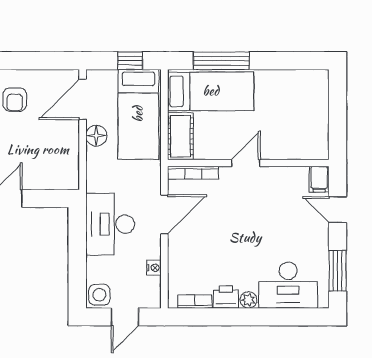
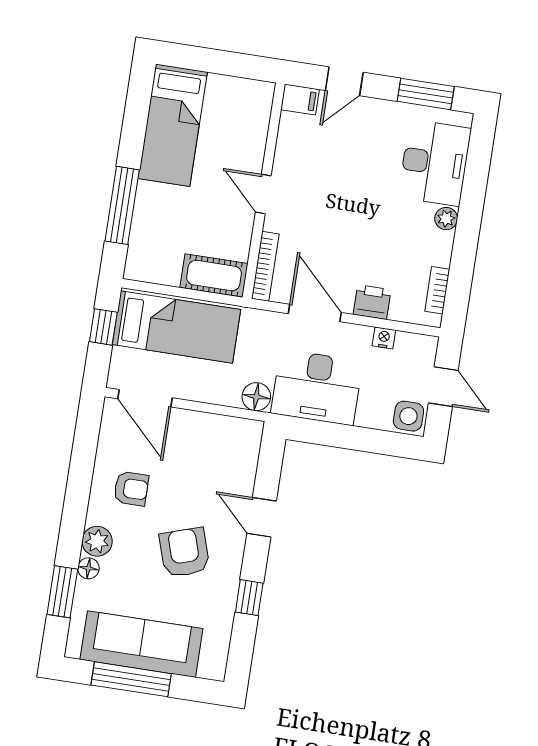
bed: (211, 91) -> (173, 125), moved, turned 180
floor lamp: (96, 136) -> (256, 397), moved
printer: (226, 297) -> (372, 302), moved, turned 90

